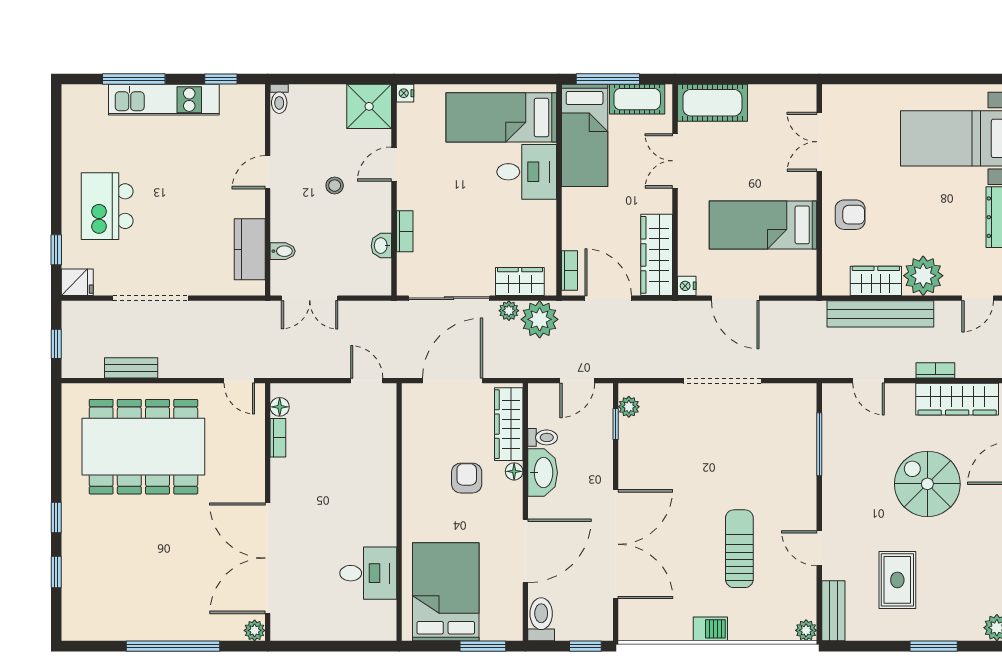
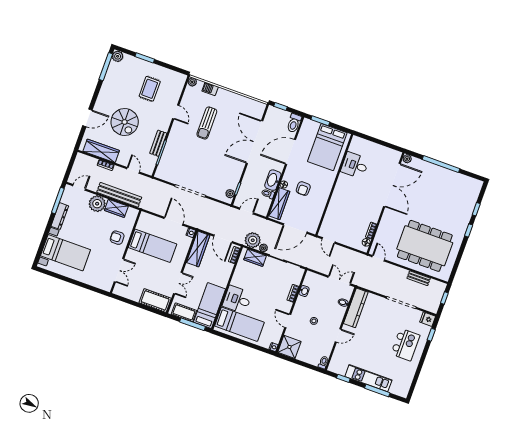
door: (394, 164) -> (288, 321), swing flipped
kitchen counter: (250, 249) -> (356, 308), width x1.50
bench: (833, 611) -> (158, 143), moved
barbecue: (710, 629) -> (210, 89), moved

